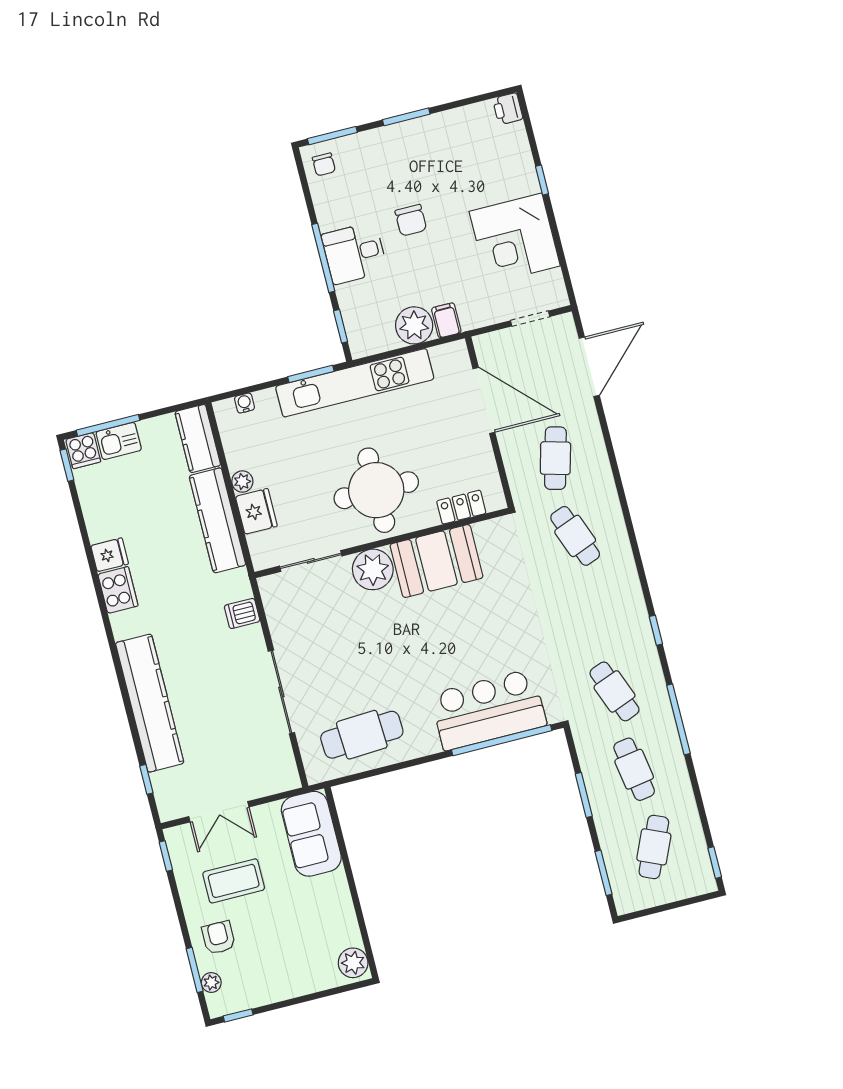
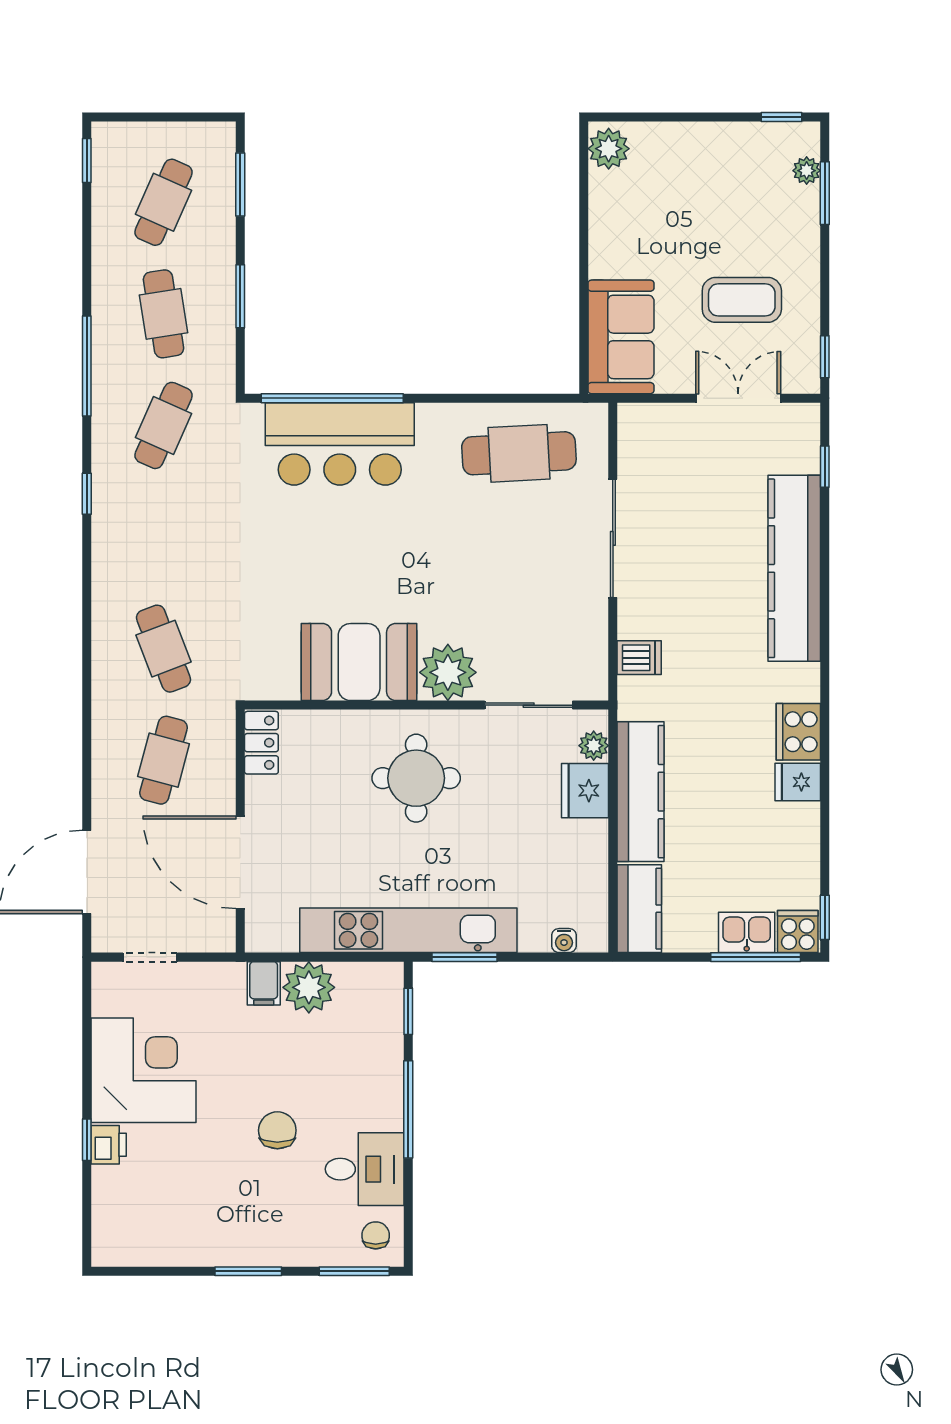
printer: (508, 109) -> (109, 1145), moved
desk: (354, 253) -> (365, 1169), moved
plant: (242, 482) -> (594, 746), moved
round table: (376, 490) -> (416, 778), width x0.73, depth x0.73
locker: (461, 507) -> (261, 743), moved, turned -90
cafe table: (614, 691) -> (164, 425), turned 45
armchair: (219, 938) -> (781, 229), removed

